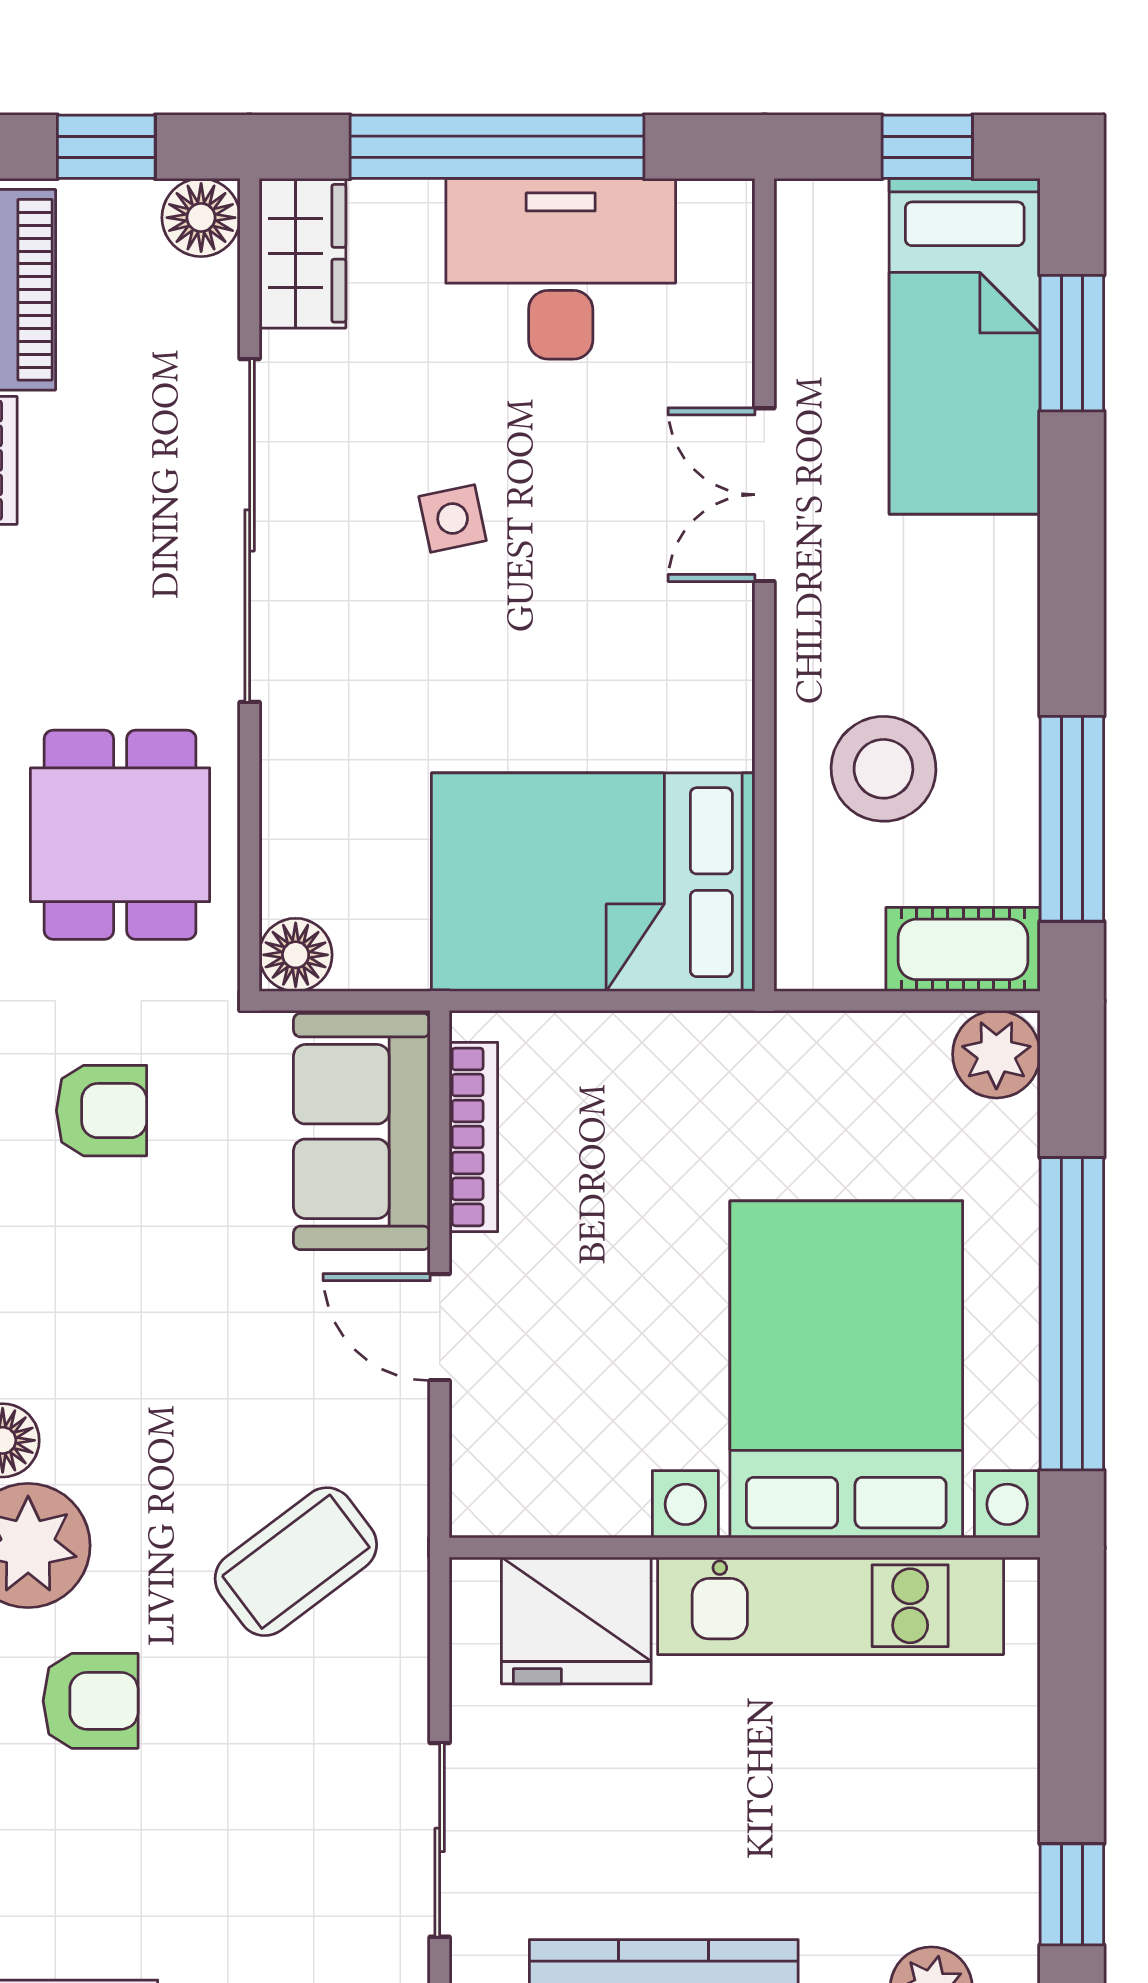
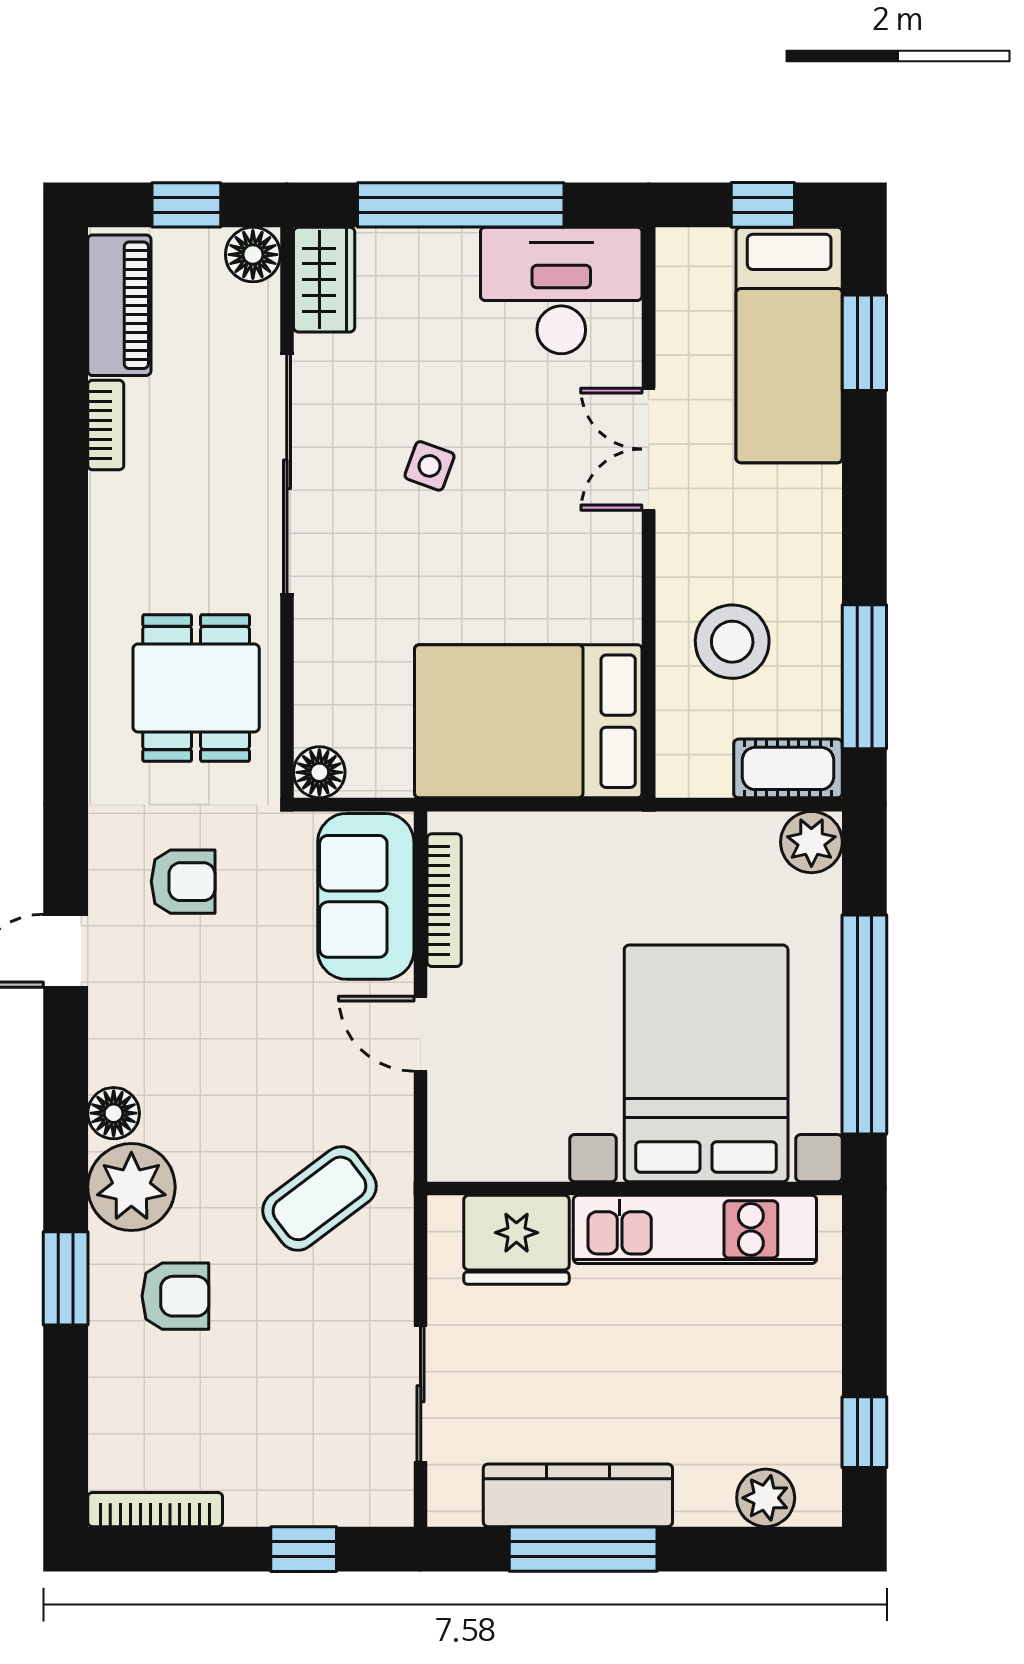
desk: (561, 269) -> (561, 291), moved
side table: (453, 519) -> (430, 466), turned 32

